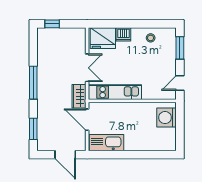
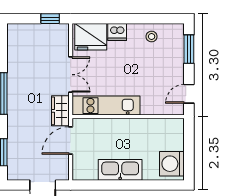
window: (52, 24) -> (50, 19), moved
washing machine: (167, 118) -> (172, 164), moved
door: (87, 120) -> (71, 141), hinge flipped
kitchen sink: (106, 143) -> (120, 170), moved

